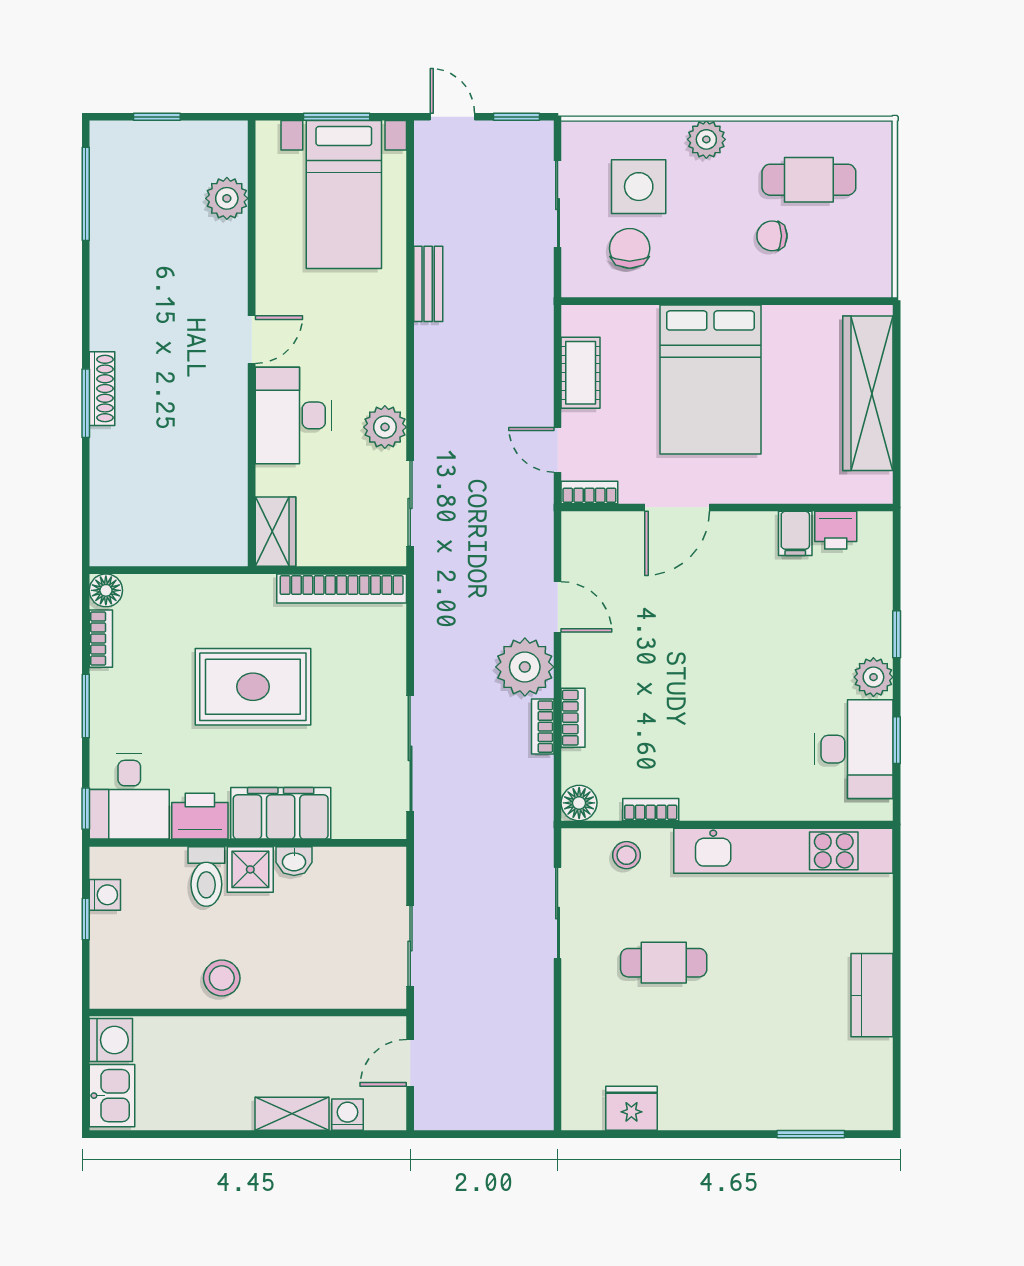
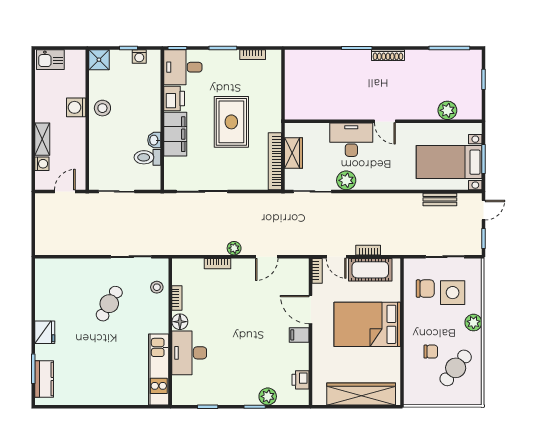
cafe table: (809, 180) -> (456, 368), turned 38
chair: (772, 236) -> (431, 352), turned 90
bench: (428, 284) -> (440, 199), moved
cot: (581, 373) -> (370, 270), width x1.37, depth x1.34
shoe rack: (102, 389) -> (388, 55), moved
door: (558, 450) -> (336, 257), swing flipped
wardrobe: (275, 532) -> (293, 153), moved, turned -90
filing cabinet: (795, 533) -> (299, 335), moved
floor lamp: (106, 590) -> (274, 57), removed
plant: (525, 667) -> (234, 248), width x0.53, depth x0.53
plant: (873, 677) -> (268, 396), moved
bookcase: (543, 727) -> (368, 250), moved
desk: (854, 749) -> (189, 353), moved, turned 90
floor lamp: (579, 803) -> (180, 322), moved
kitchen unit: (783, 851) -> (159, 370), width x0.73
shower: (250, 869) -> (99, 60), moved
toilet: (206, 876) -> (147, 157), moved
cafe table: (664, 963) -> (109, 304), turned 30
kitchen counter: (872, 995) -> (44, 379), moved, turned 90
washing machine: (111, 1040) -> (76, 107), moved, turned 90
door: (410, 1063) -> (65, 191), hinge flipped
fridge: (631, 1108) -> (45, 332), moved

